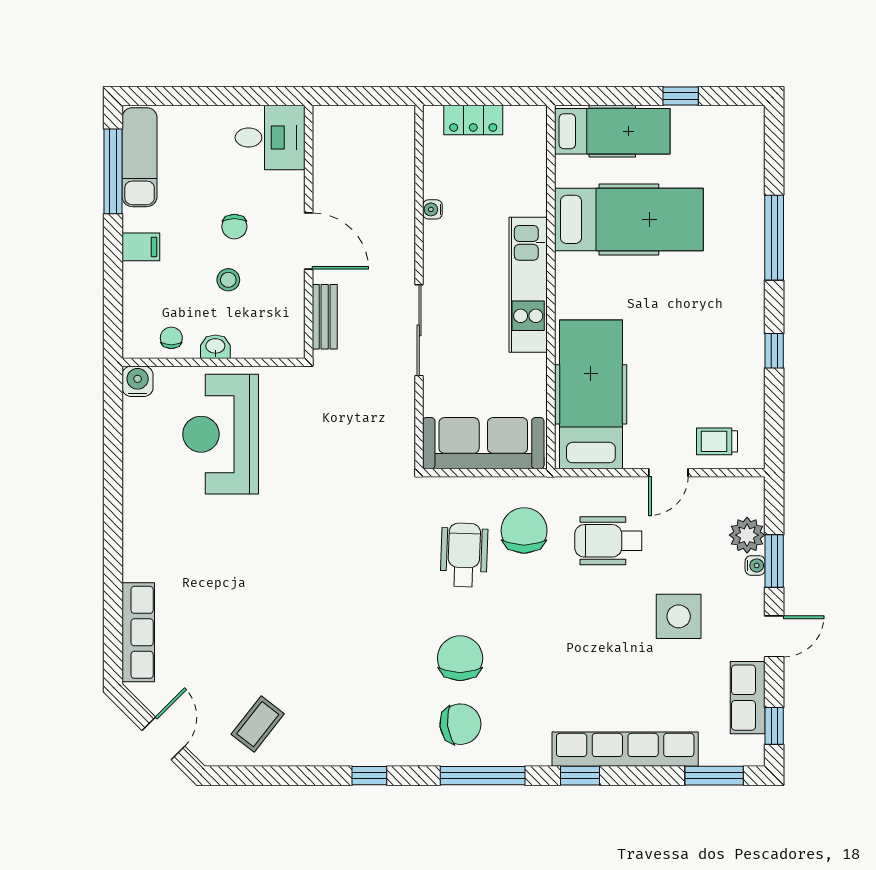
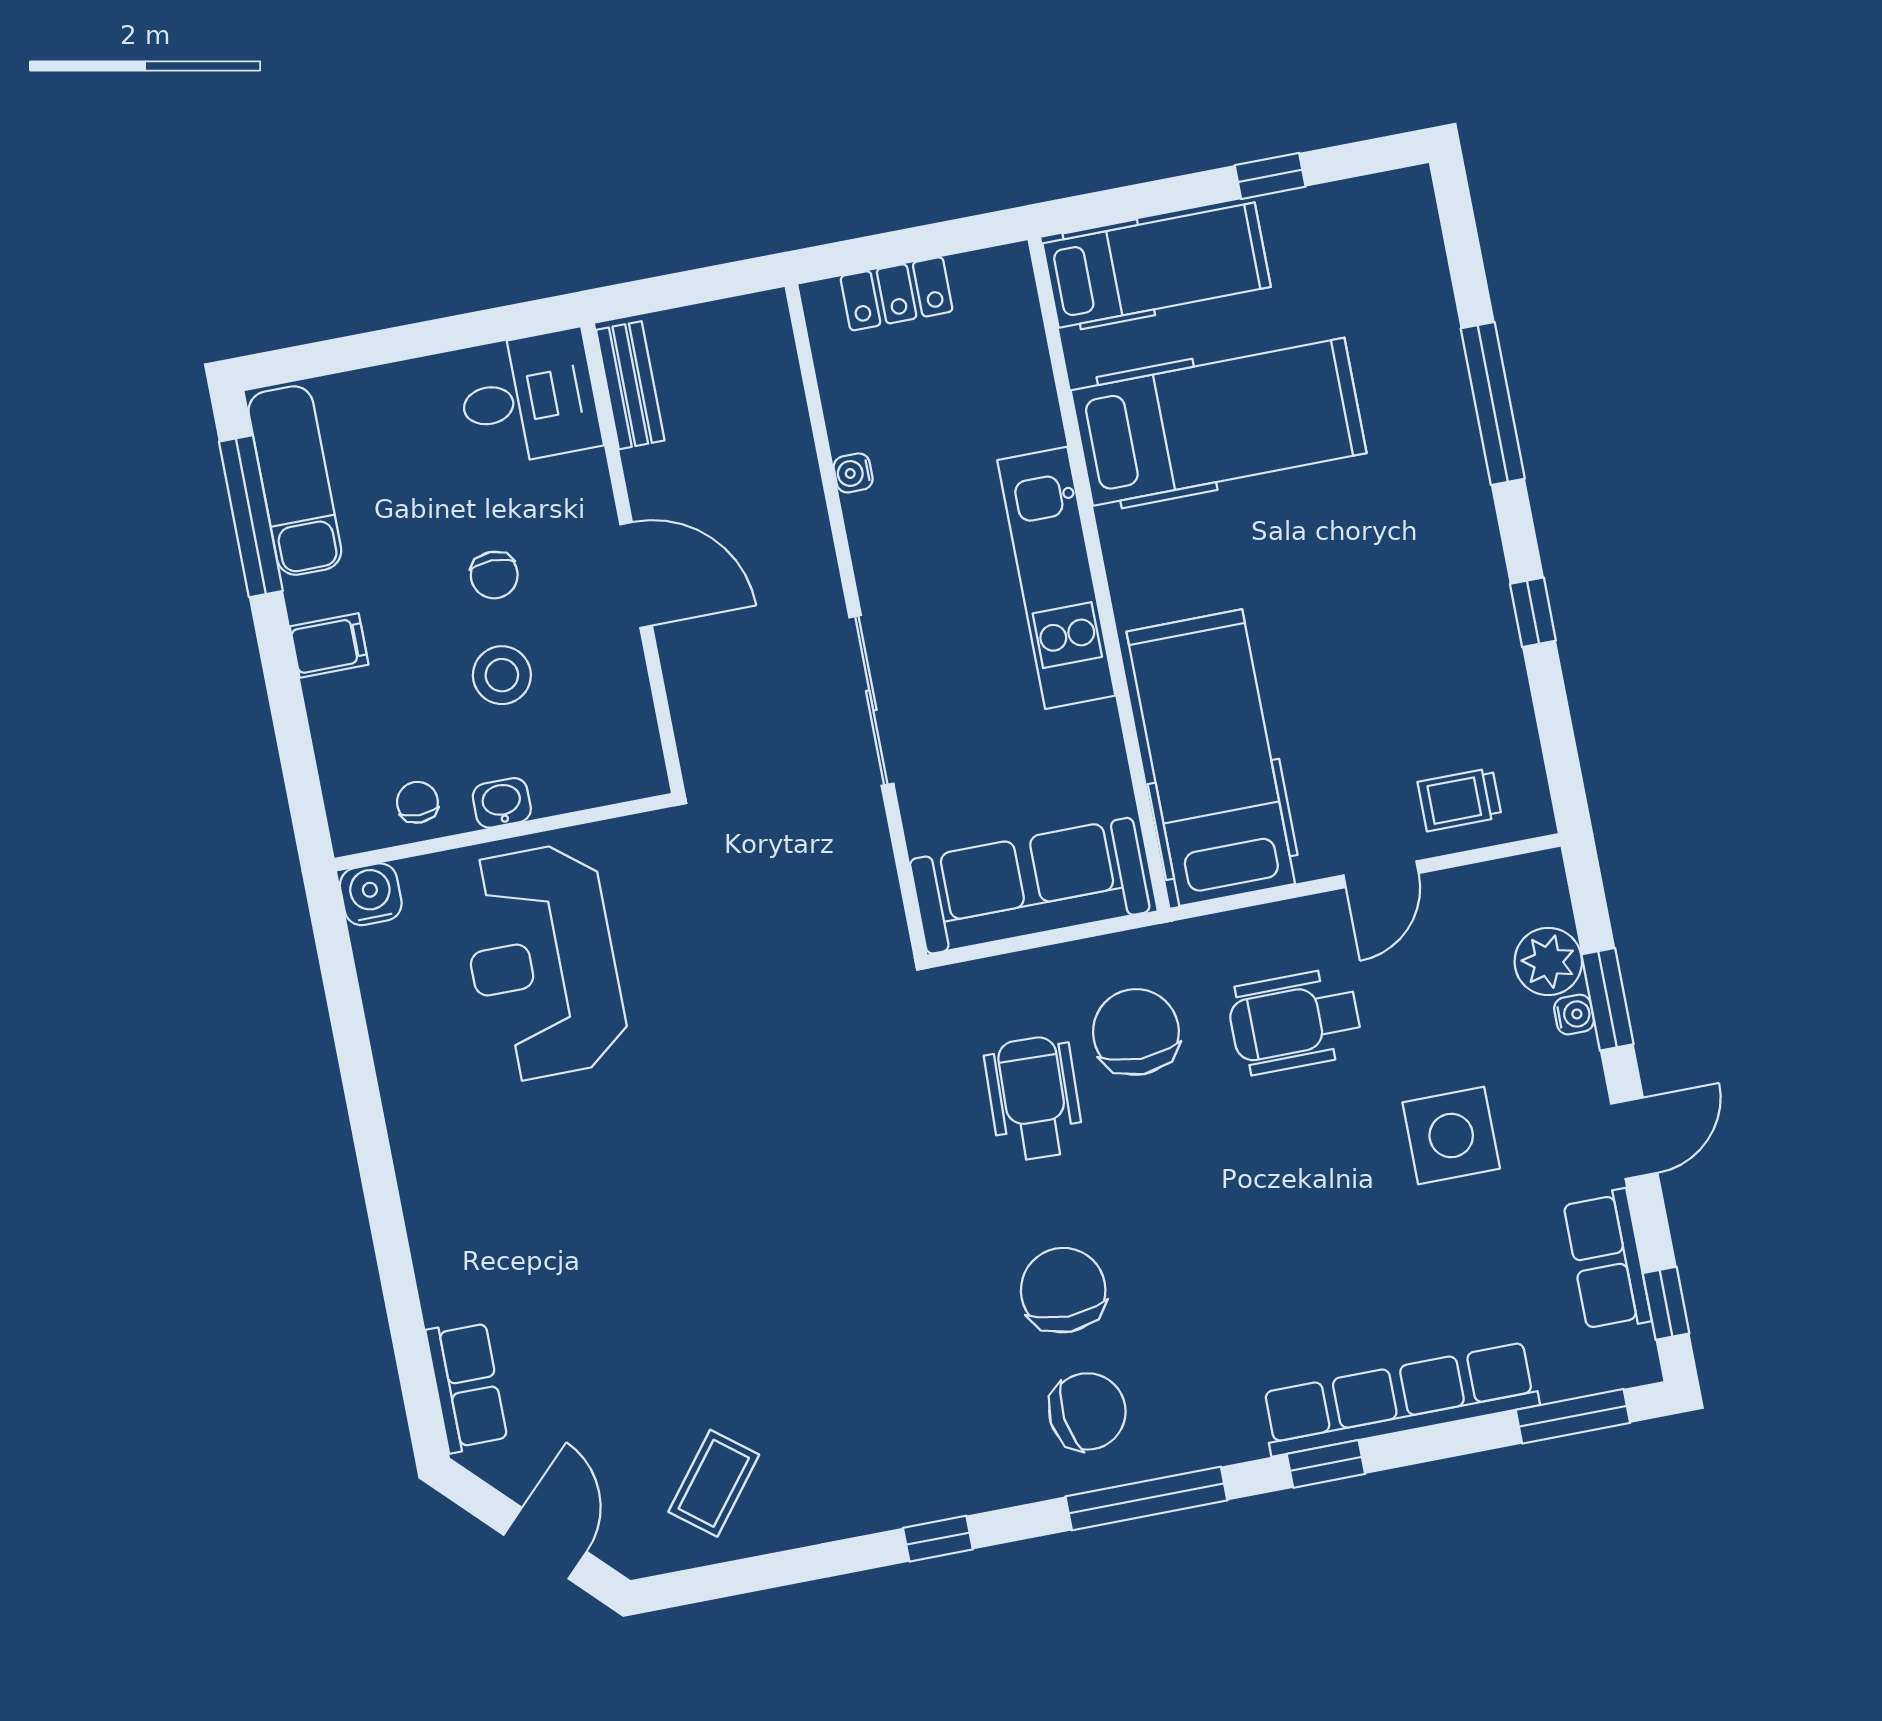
stool: (228, 280) -> (502, 675), width x1.37, depth x1.37
bench: (325, 317) -> (630, 385), moved
row of seats: (138, 632) -> (467, 1386), width x0.68

